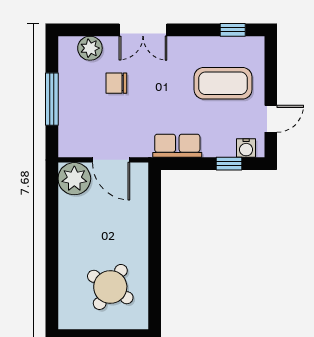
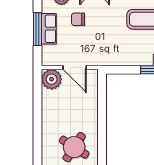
row of seats: (177, 146) -> (49, 29), moved, turned 90

